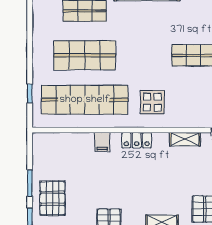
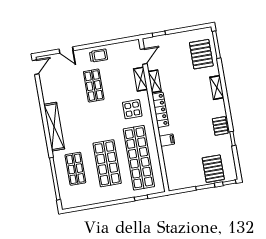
shelving: (191, 120) -> (141, 79), added
locker: (137, 140) -> (160, 110), width x1.53
pallet: (52, 198) -> (213, 169), turned 90

